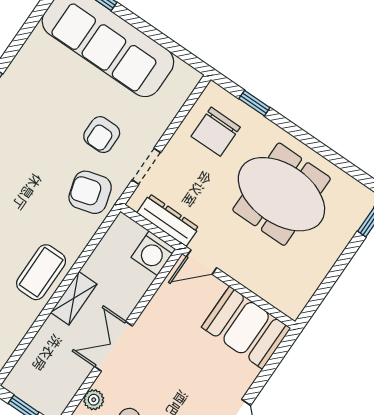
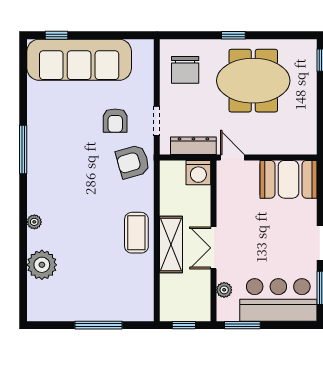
window: (254, 103) -> (233, 35), moved
door: (202, 262) -> (232, 157), swing flipped
shelving: (74, 298) -> (171, 244), width x1.50, depth x1.33

